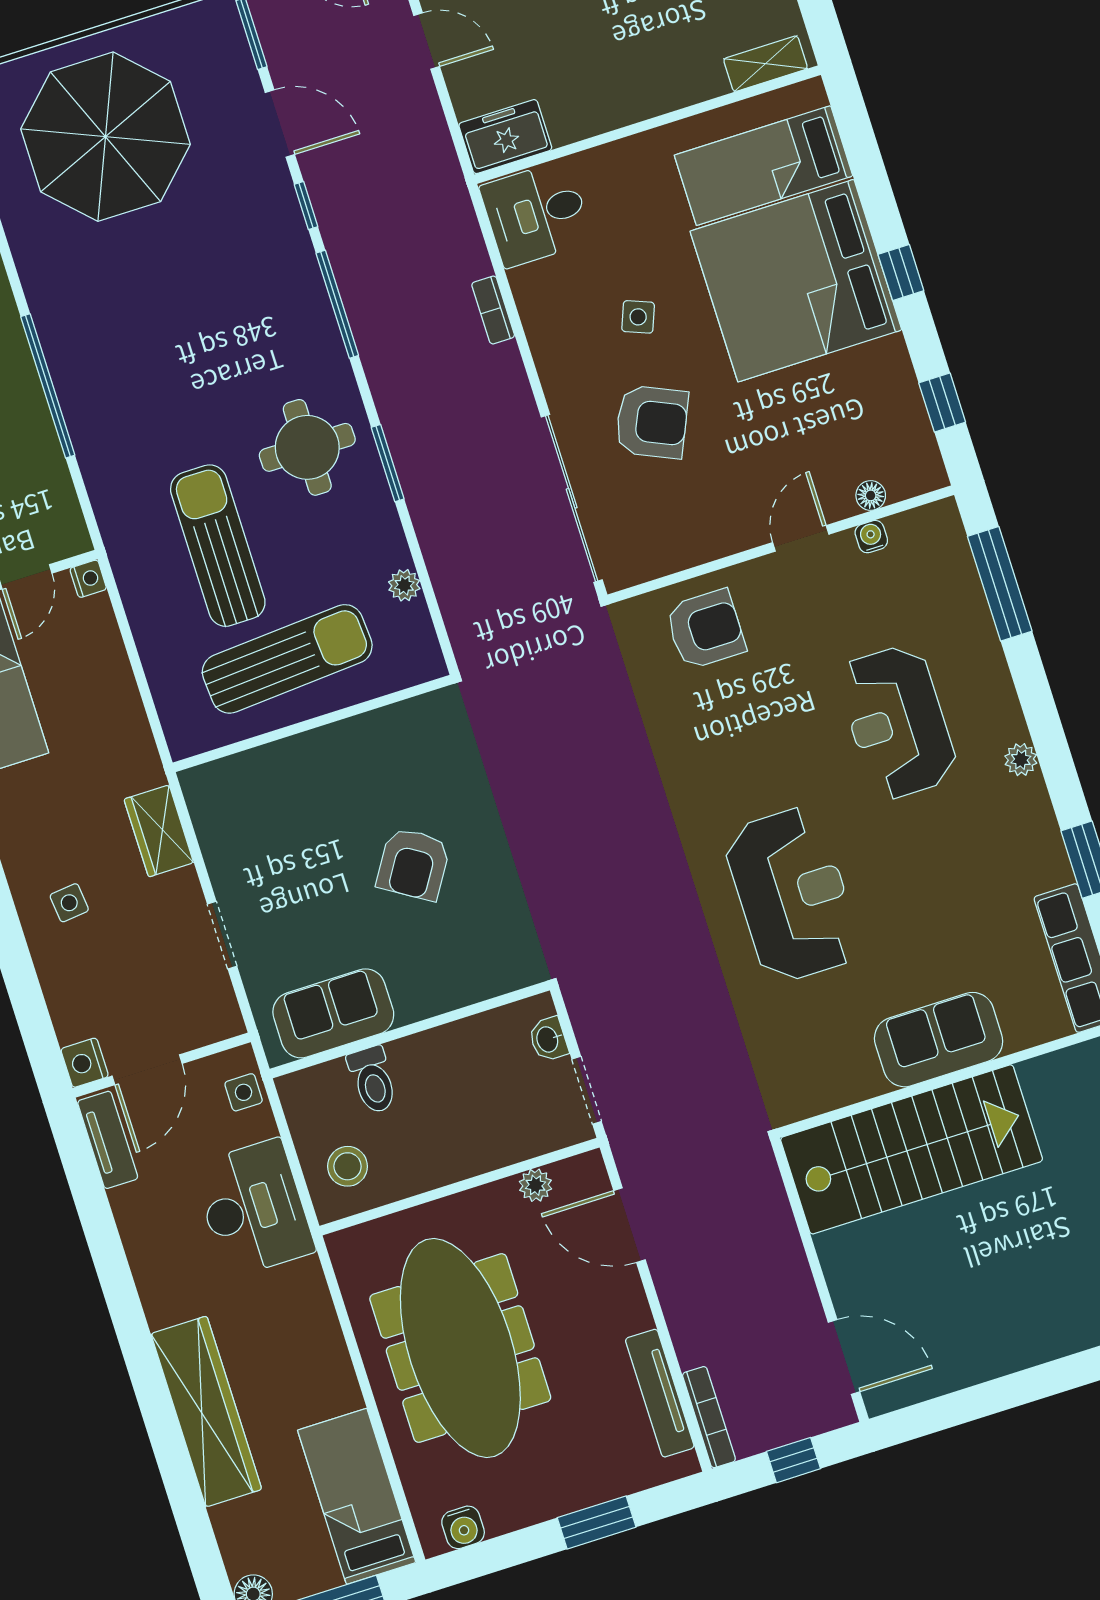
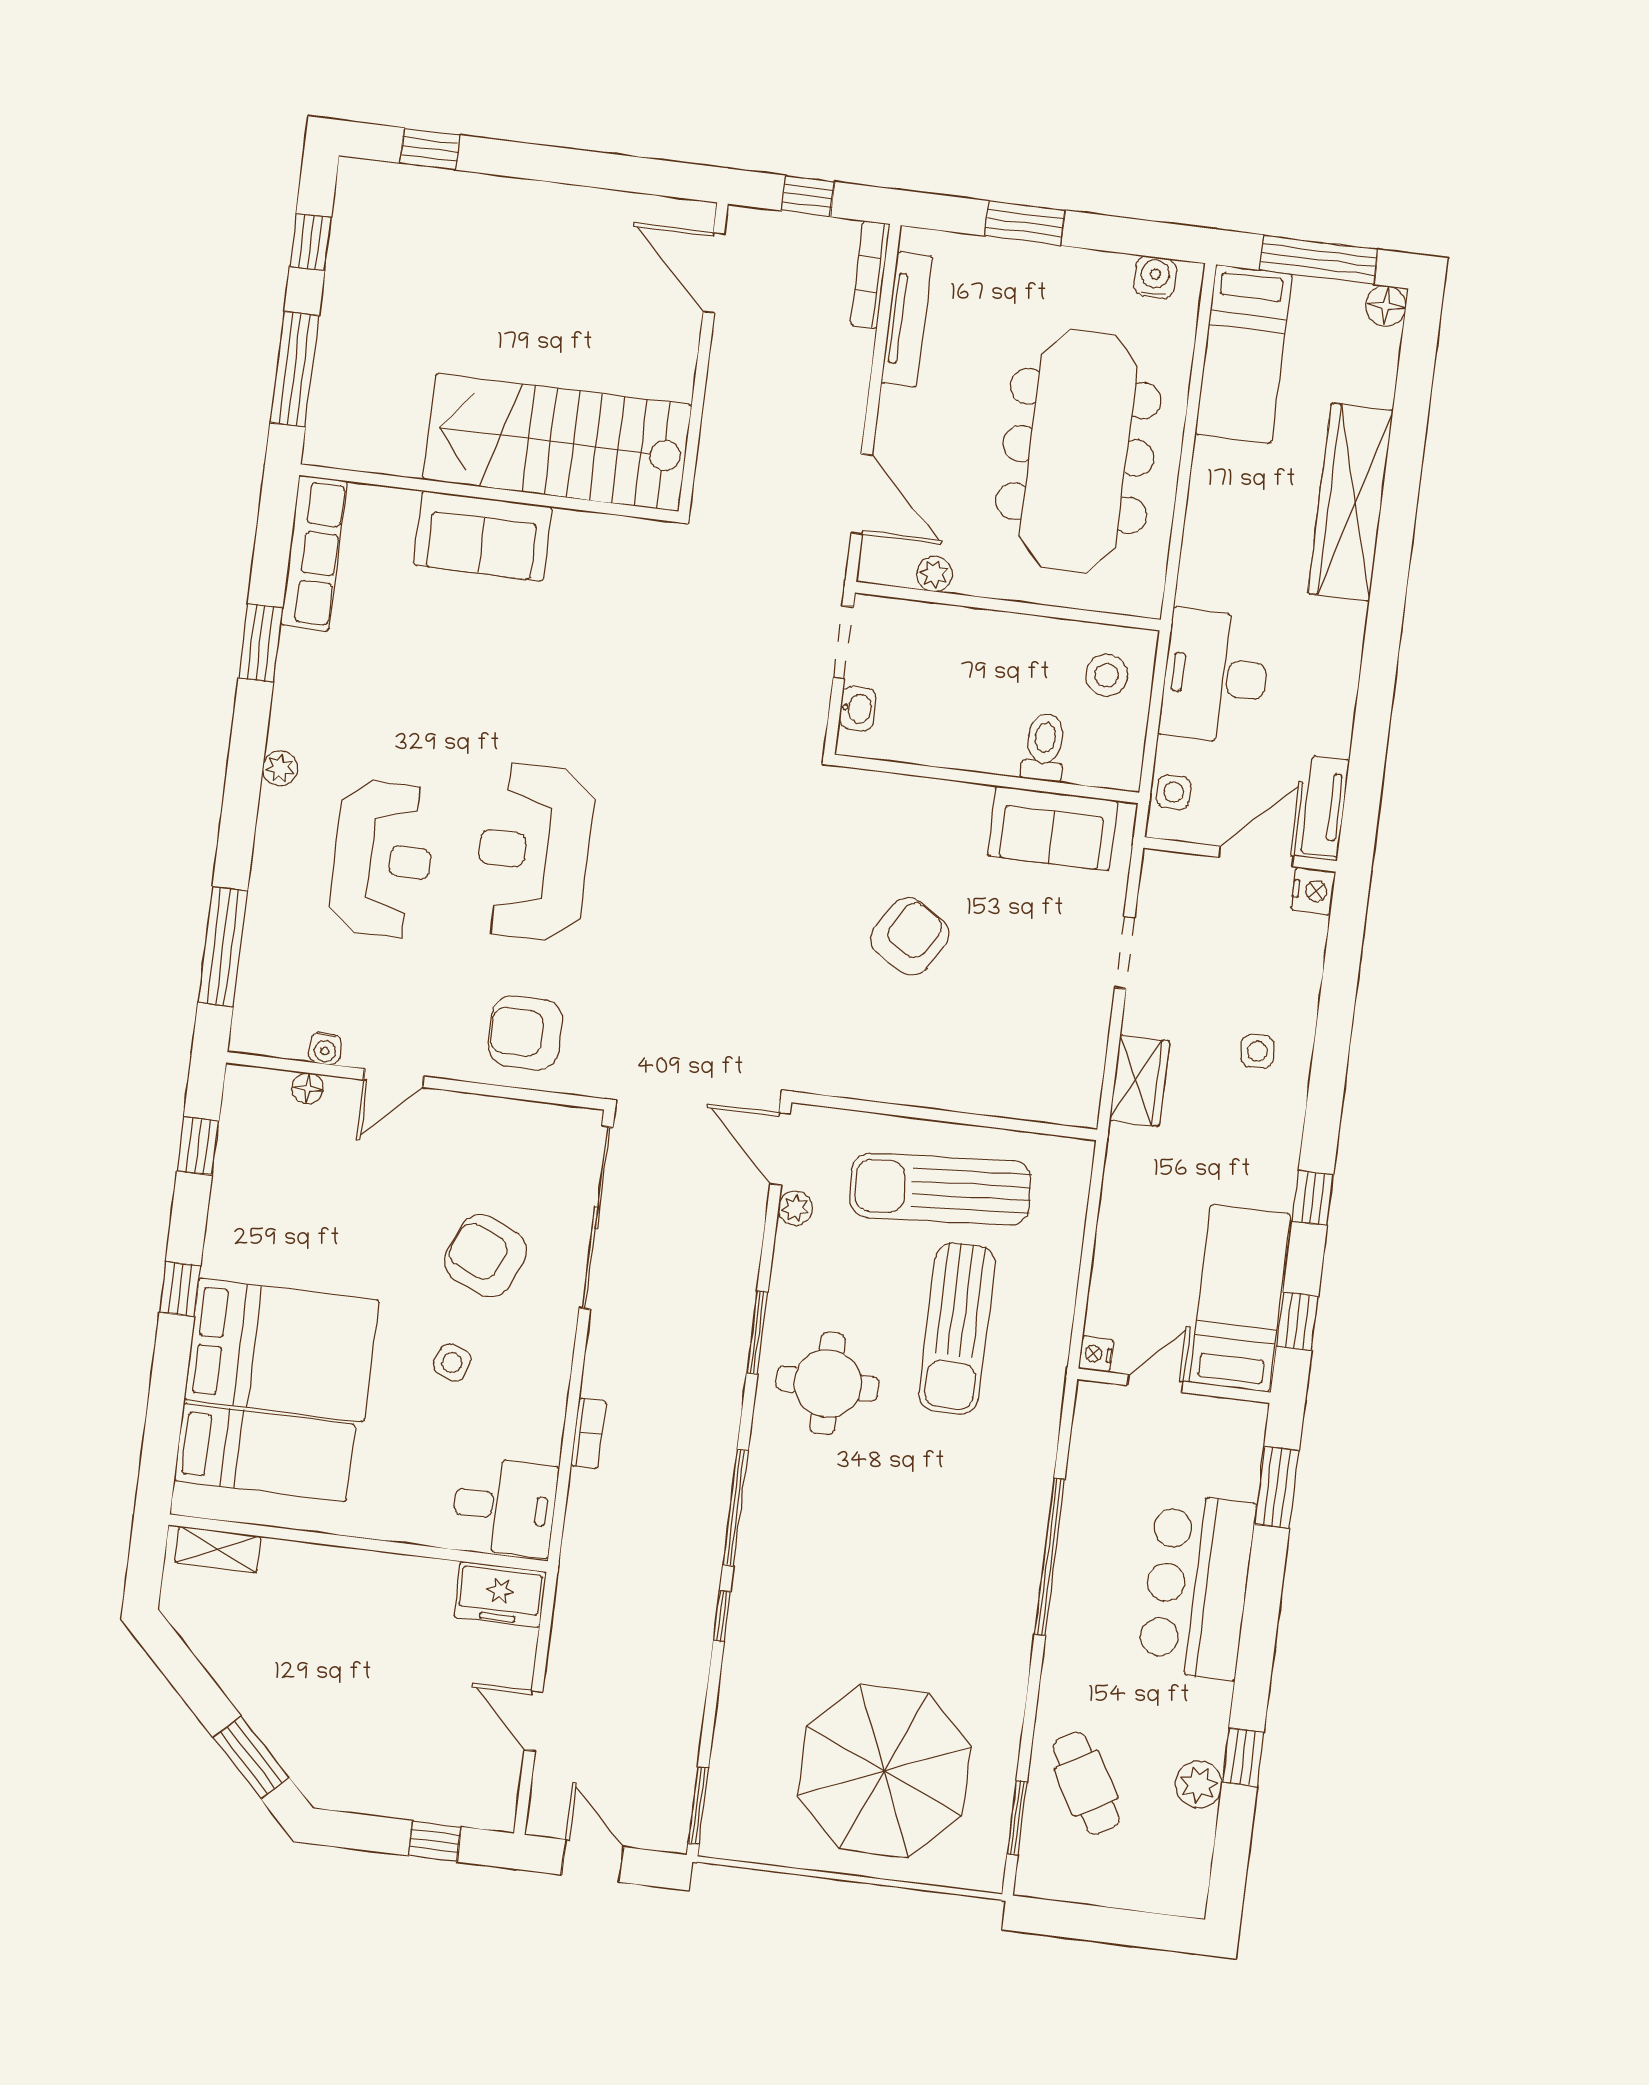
door: (280, 123) -> (780, 1149), moved
bed: (796, 281) -> (282, 1350), width x0.73
reception desk: (792, 895) -> (534, 852), moved

